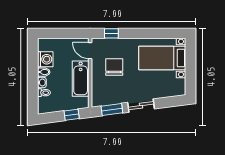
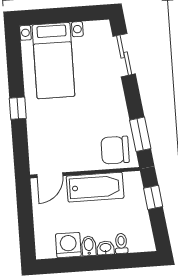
window: (111, 33) -> (18, 108), moved
chair: (114, 67) -> (115, 150), moved
sliding door: (141, 106) -> (124, 55), moved

